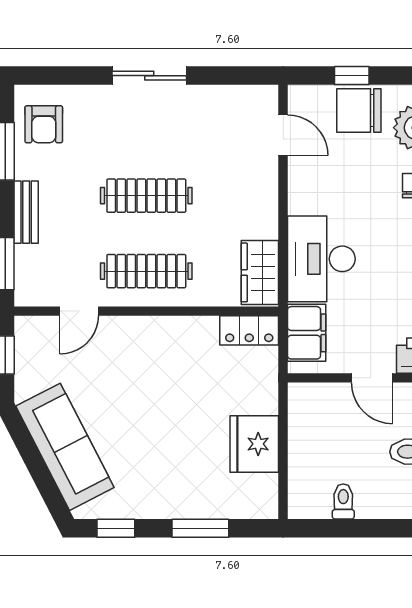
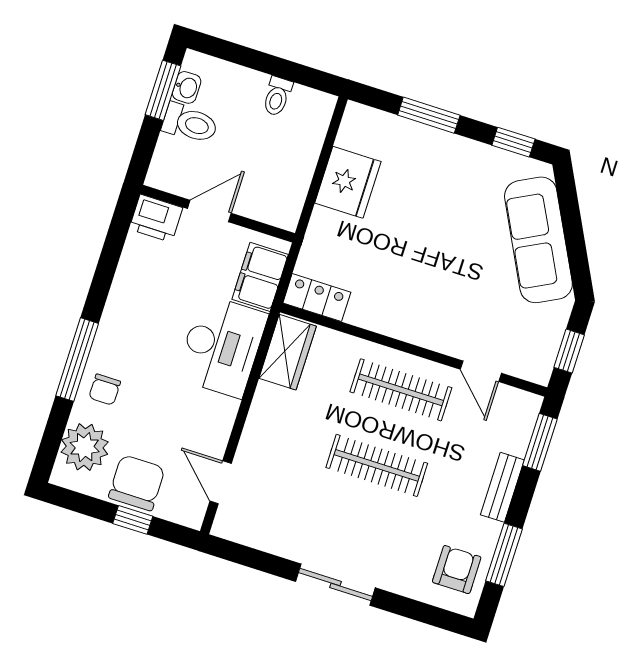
chair: (359, 110) -> (137, 483), turned -90
door: (79, 311) -> (481, 371), swing flipped
door: (372, 378) -> (209, 211), hinge flipped

